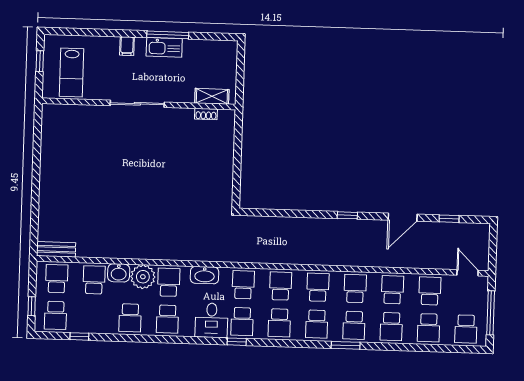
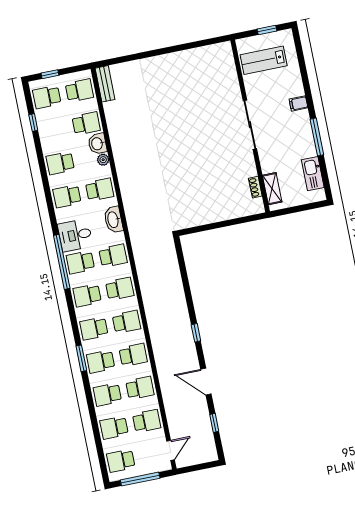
kitchen sink: (164, 47) -> (313, 174), moved
plant: (143, 277) -> (103, 160), width x0.53, depth x0.53
window: (237, 342) -> (62, 262), width x3.17

